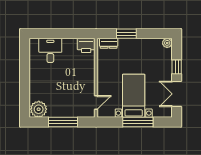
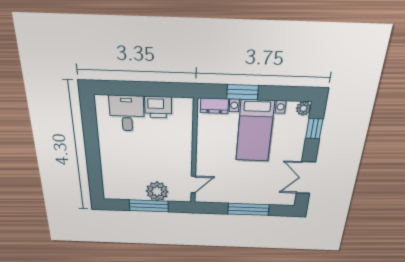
printer: (86, 45) -> (158, 107), moved
window: (177, 67) -> (314, 129), moved
bed with nightstands: (134, 96) -> (255, 131), moved, turned 180
plant: (39, 109) -> (157, 191), moved

